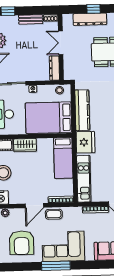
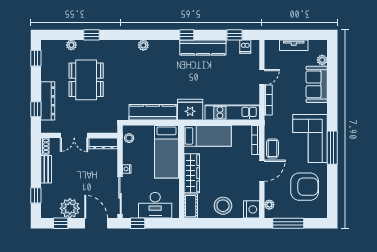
window: (93, 9) -> (36, 109), moved
bed: (49, 118) -> (166, 152), width x0.67
wardrobe: (25, 145) -> (192, 173), width x1.50
door: (34, 206) -> (262, 171), hinge flipped

